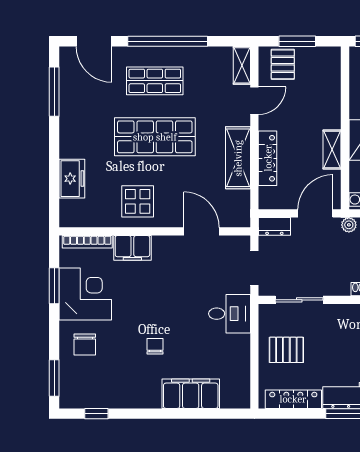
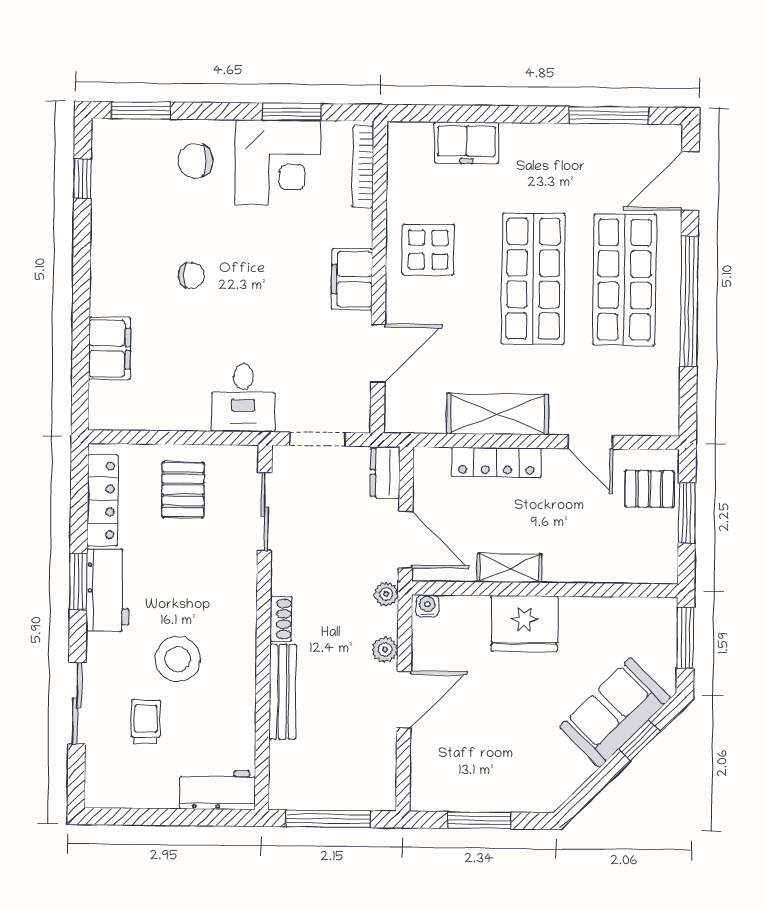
shelving: (242, 65) -> (648, 422), removed
shop shelf: (155, 81) -> (625, 280), width x1.43, depth x1.36
filing cabinet: (132, 248) -> (352, 279), moved
filing cabinet: (191, 394) -> (110, 348), width x0.67, depth x0.86

